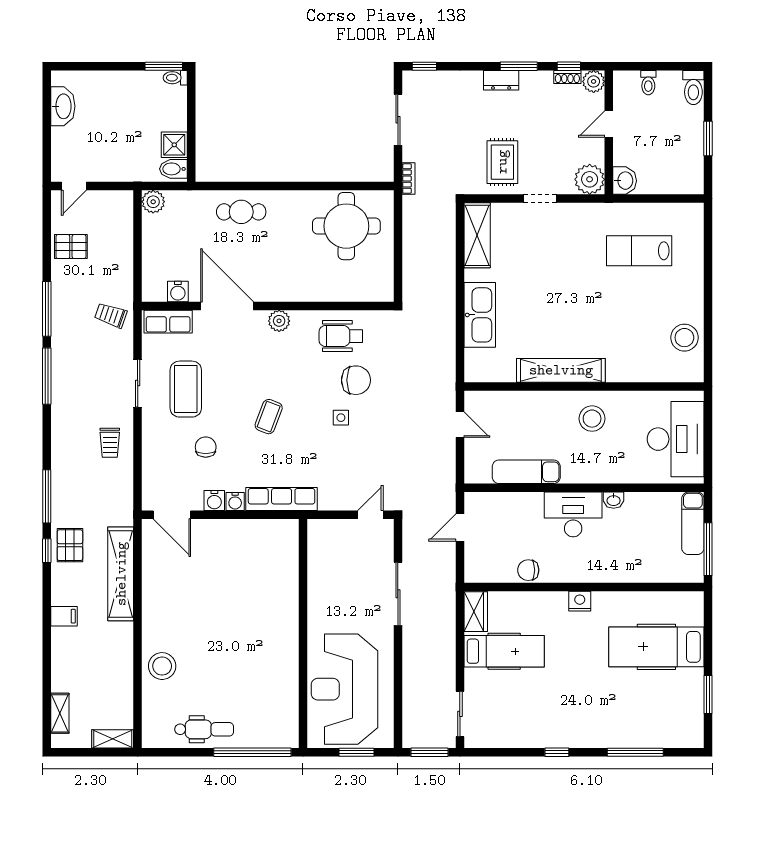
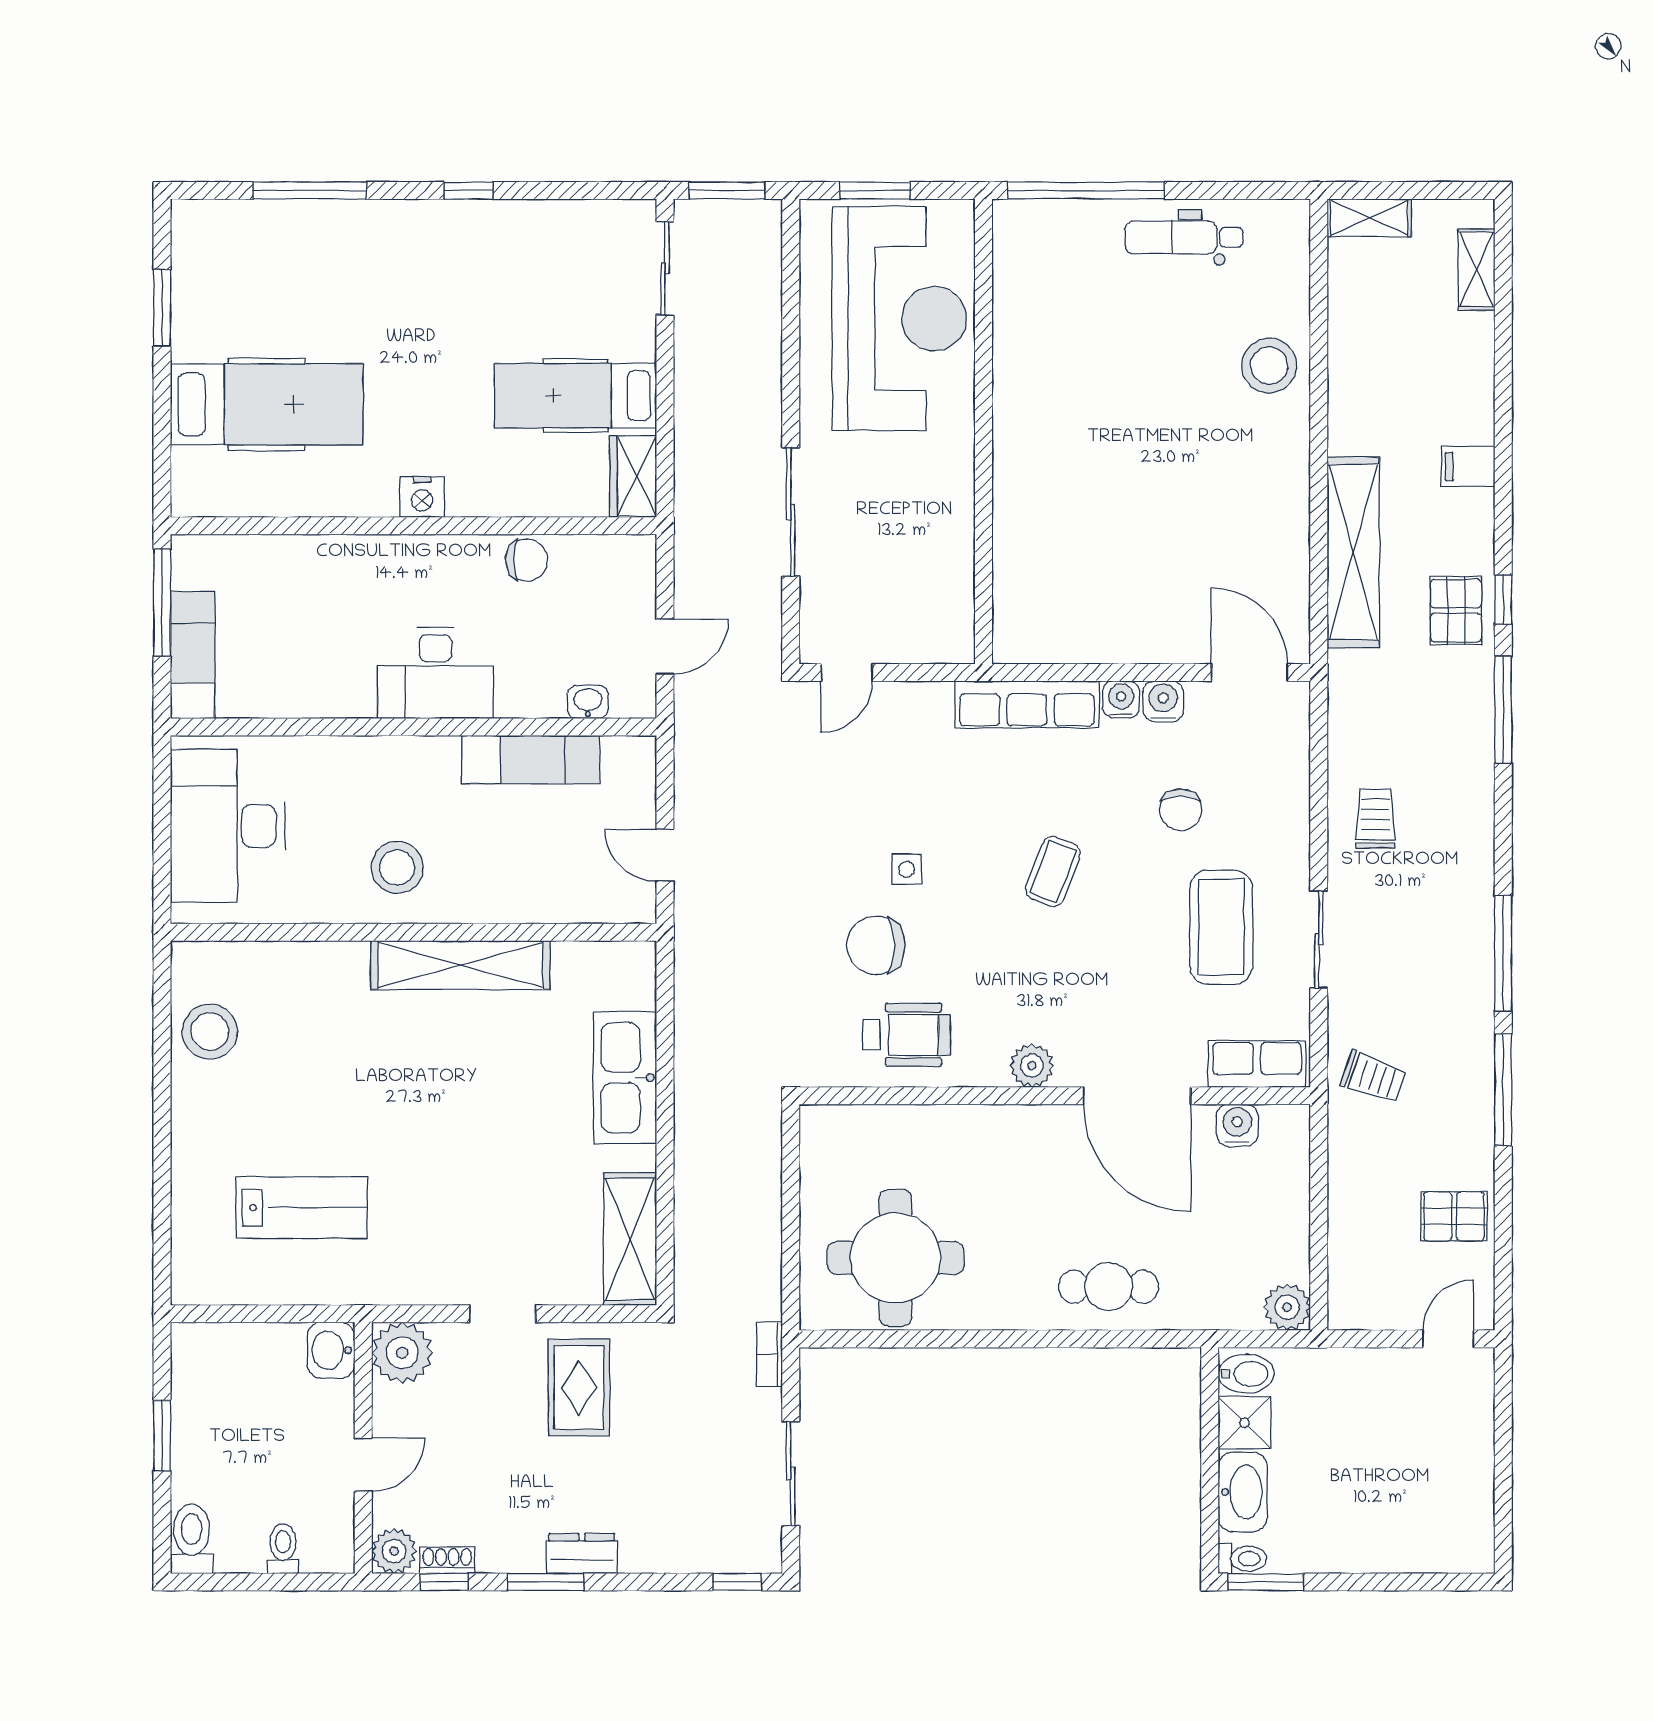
washbasin: (63, 106) -> (1243, 1492), moved, turned 180
washbasin: (614, 500) -> (588, 702), moved

